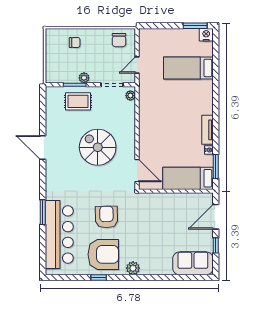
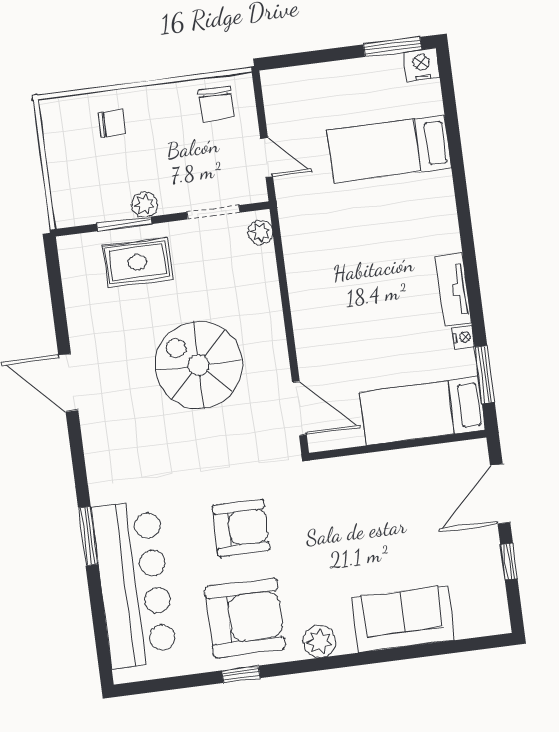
door: (137, 65) -> (267, 158), swing flipped
armchair: (106, 217) -> (241, 528), turned 91
sofa: (193, 263) -> (403, 619), moved

